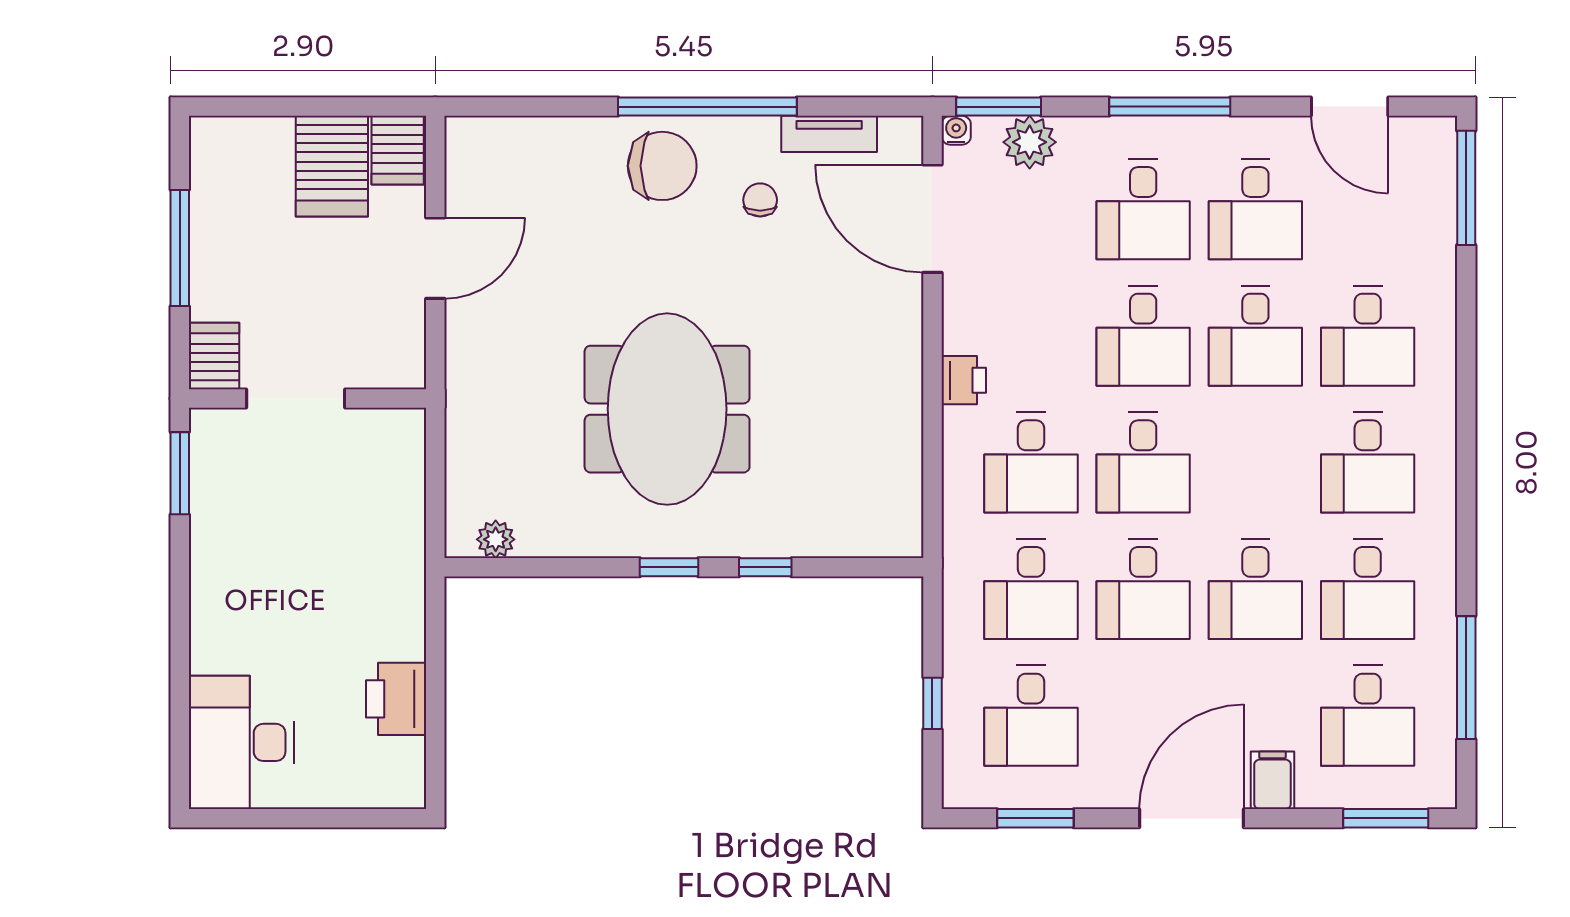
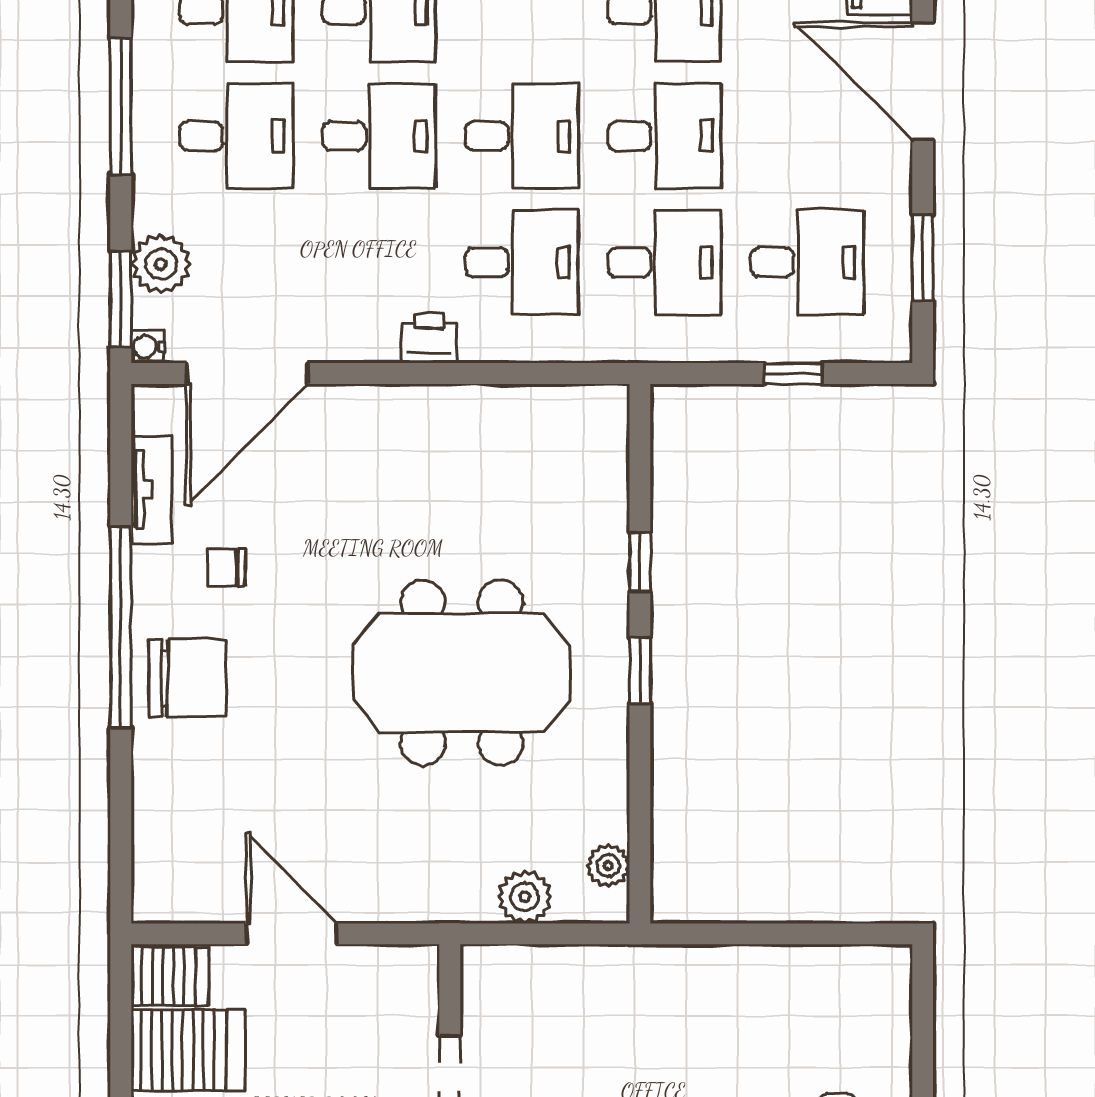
chair: (662, 166) -> (188, 678), turned 90
plant: (468, 465) -> (525, 897), added
printer: (396, 699) -> (788, 978), removed

